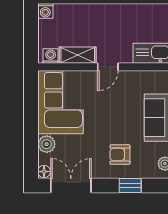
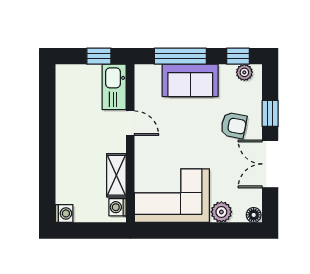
door: (108, 67) -> (130, 123), moved
armchair: (120, 155) -> (234, 125), turned -79
double door: (71, 185) -> (270, 164), moved

